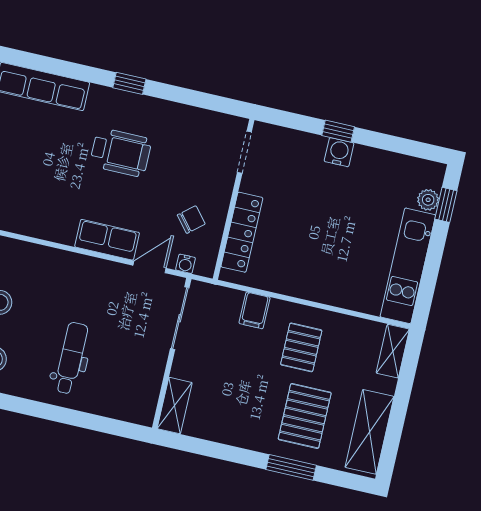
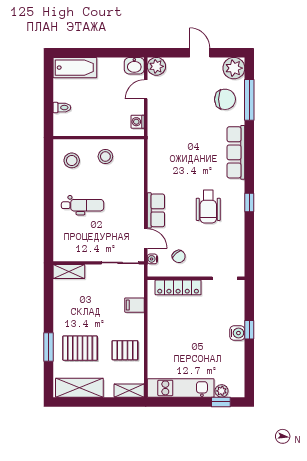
pallet: (301, 347) -> (125, 350), moved

